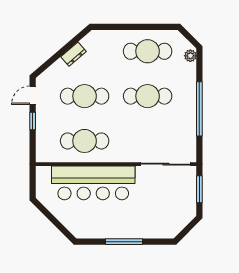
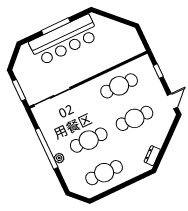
dresser: (74, 54) -> (152, 156), moved
plant: (190, 56) -> (59, 158), moved
window: (33, 121) -> (158, 71), moved
bar counter: (93, 183) -> (64, 40), moved, turned 180

